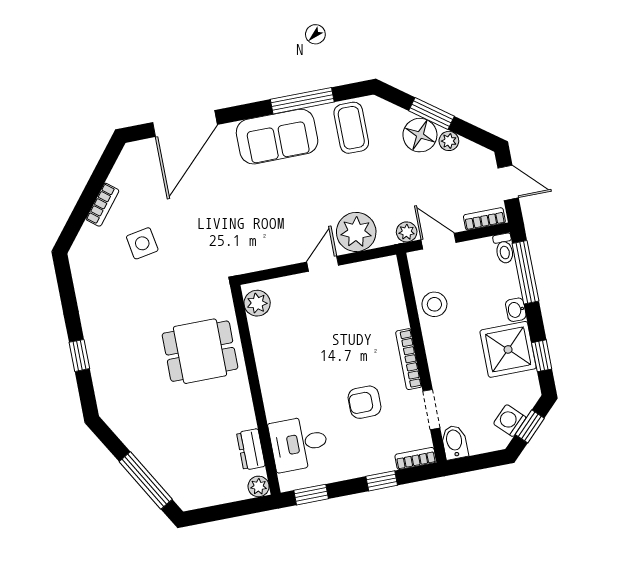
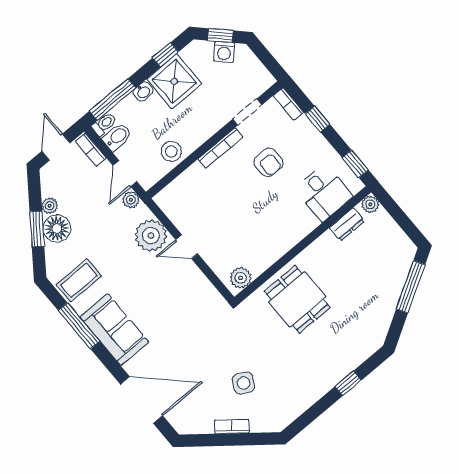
side table: (142, 243) -> (244, 383), turned 38
bidet: (455, 442) -> (117, 137), moved, turned 180

